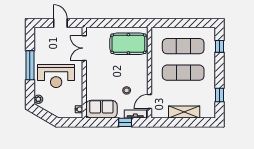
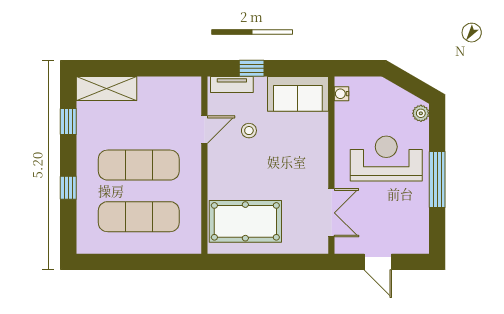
window: (219, 46) -> (68, 188), moved
door: (150, 101) -> (204, 130), moved
shelving: (184, 112) -> (107, 88), moved

